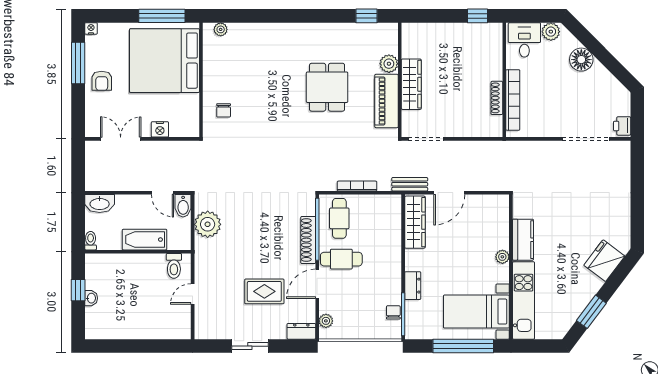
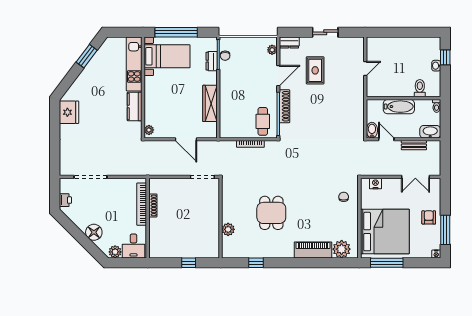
window: (367, 16) -> (256, 263), moved
window: (478, 16) -> (189, 263), moved
plant: (221, 29) -> (342, 249), width x1.88, depth x1.88
wardrobe: (411, 84) -> (213, 215), removed
piano: (386, 101) -> (313, 250), moved, turned -90
printer: (622, 126) -> (65, 200), moved
nightstand: (160, 129) -> (375, 184), moved
bench: (410, 184) -> (414, 145), moved
door: (449, 193) -> (186, 139), swing flipped
wardrobe: (415, 222) -> (210, 103), moved
plant: (208, 224) -> (355, 117), removed
plant: (502, 257) -> (149, 130), moved
cafe table: (341, 259) -> (261, 93), removed
fridge: (604, 261) -> (69, 112), moved, turned -37
toilet: (174, 266) -> (420, 88), moved
dresser: (413, 286) -> (212, 61), moved
window: (78, 290) -> (445, 57), moved
rug: (264, 291) -> (315, 70), turned 90

